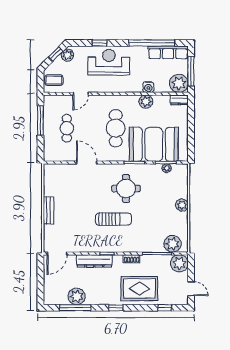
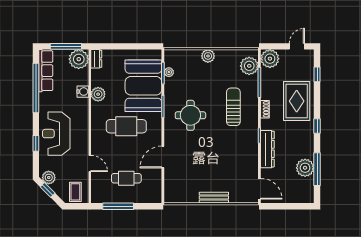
sun lounger: (113, 219) -> (233, 107), moved

